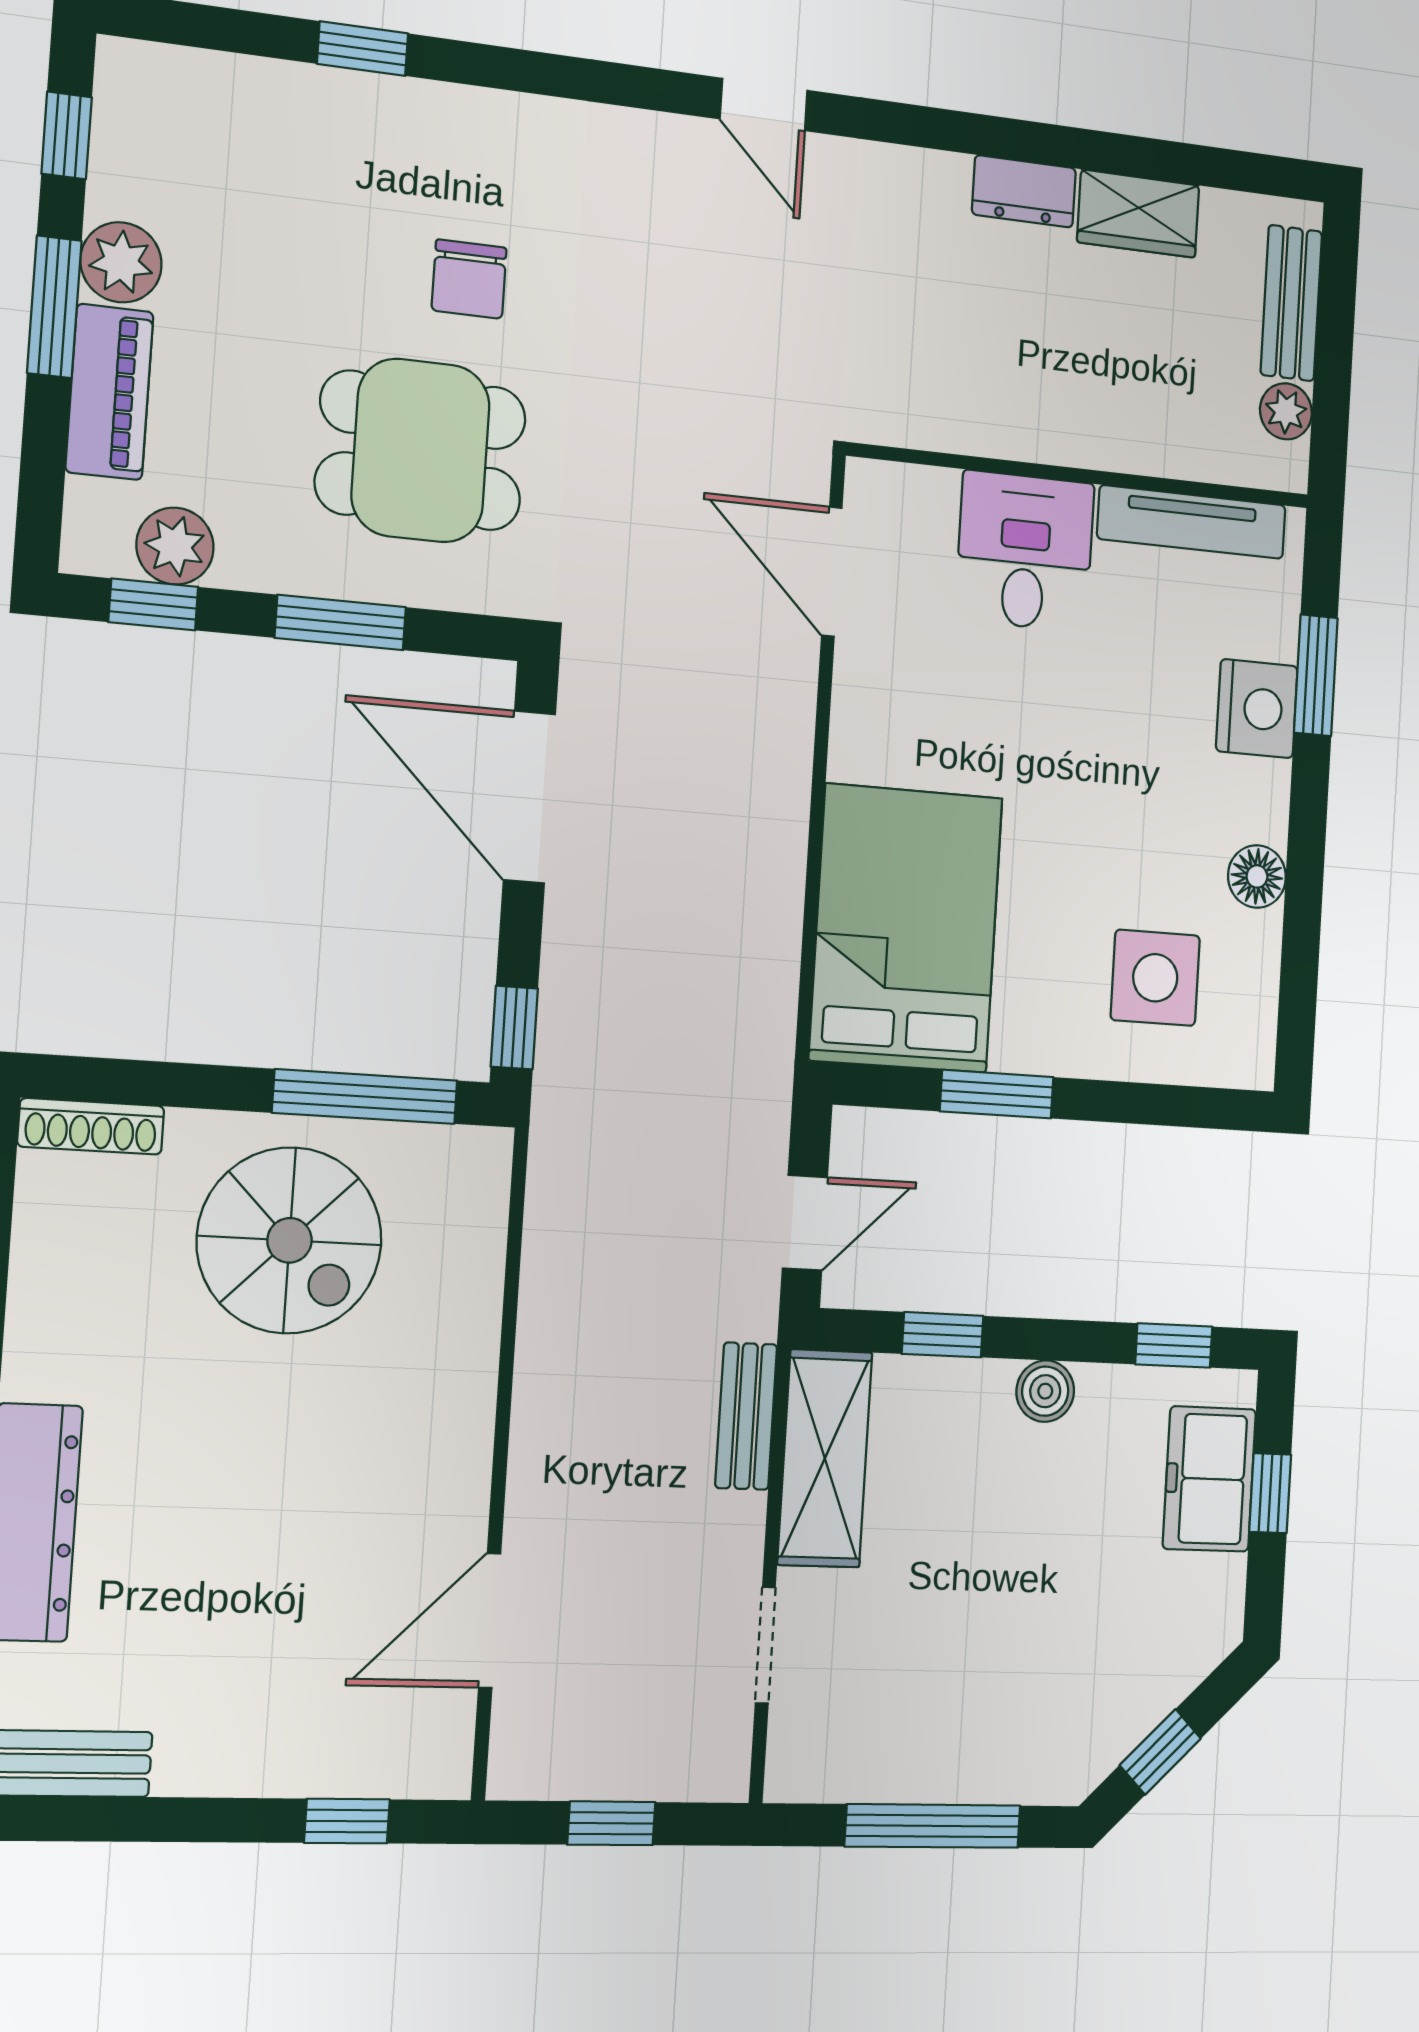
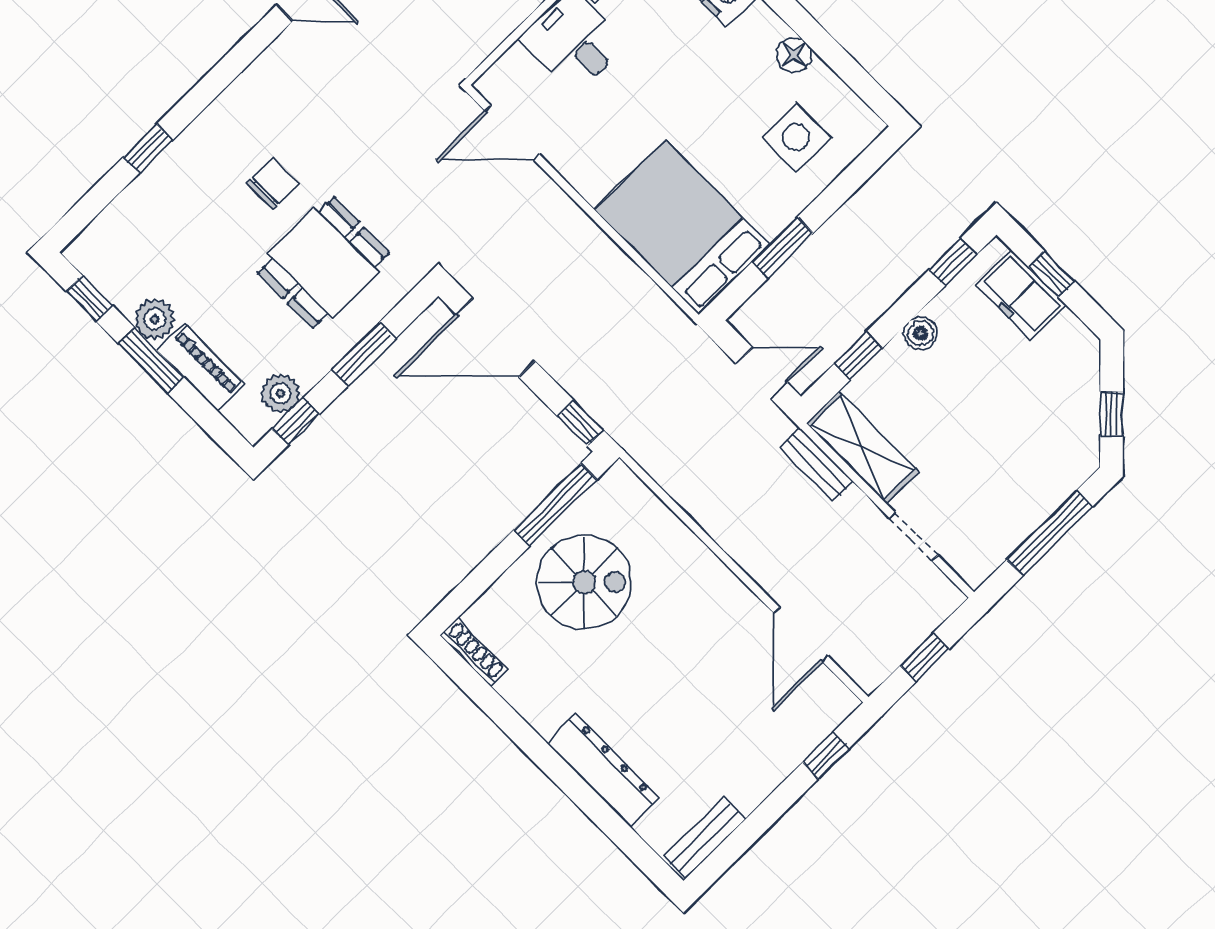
chair: (469, 279) -> (272, 184), turned -90
shoe rack: (91, 1126) -> (474, 652), moved, turned -90
door: (805, 1223) -> (762, 373), hinge flipped

